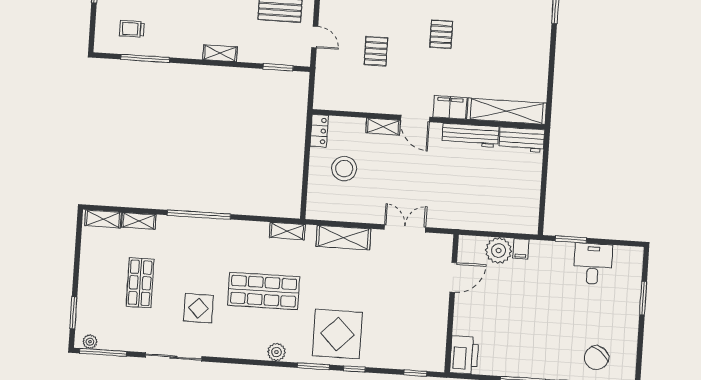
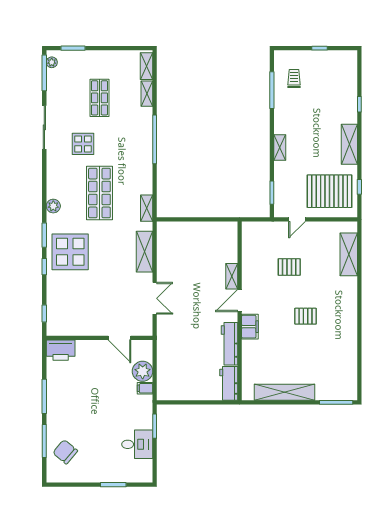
shelving: (507, 111) -> (285, 392), moved, turned 90
locker: (319, 131) -> (225, 228), removed
stool: (344, 169) -> (198, 249), removed
shop shelf: (140, 283) -> (99, 98), turned 90

